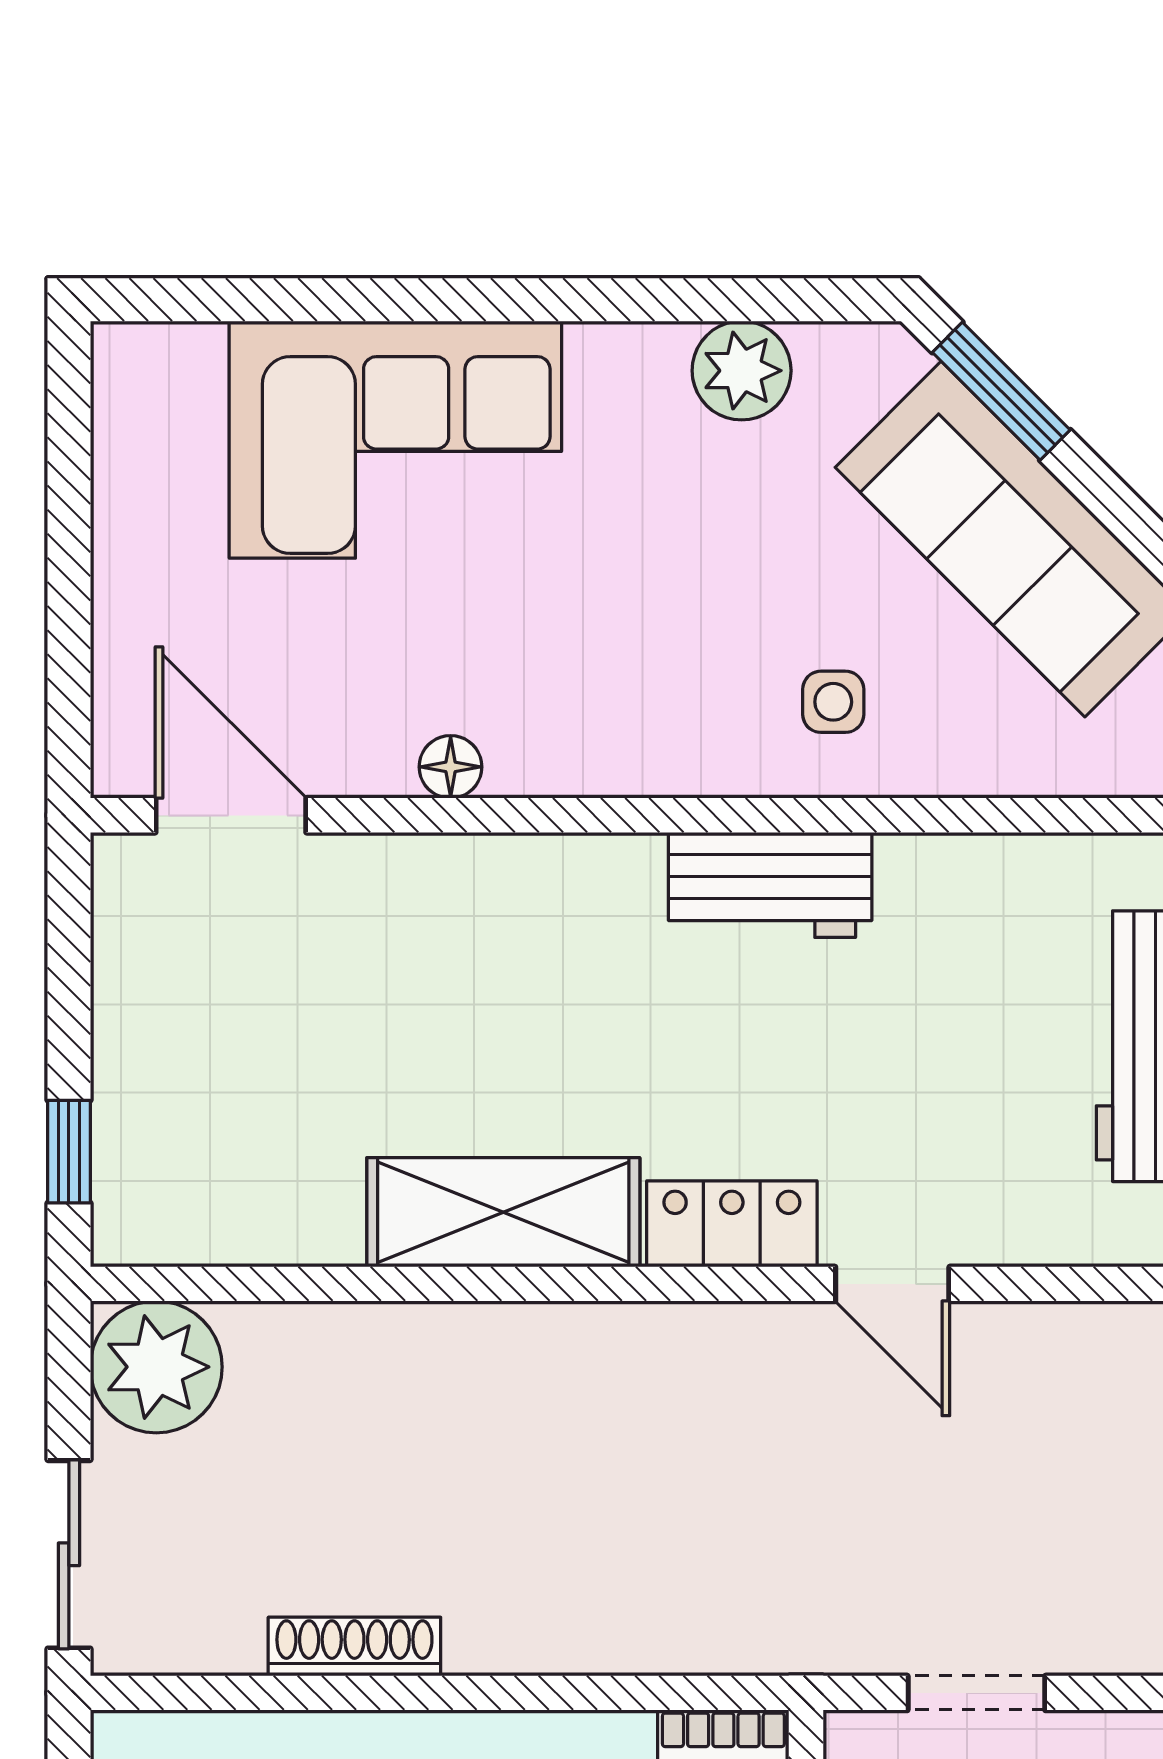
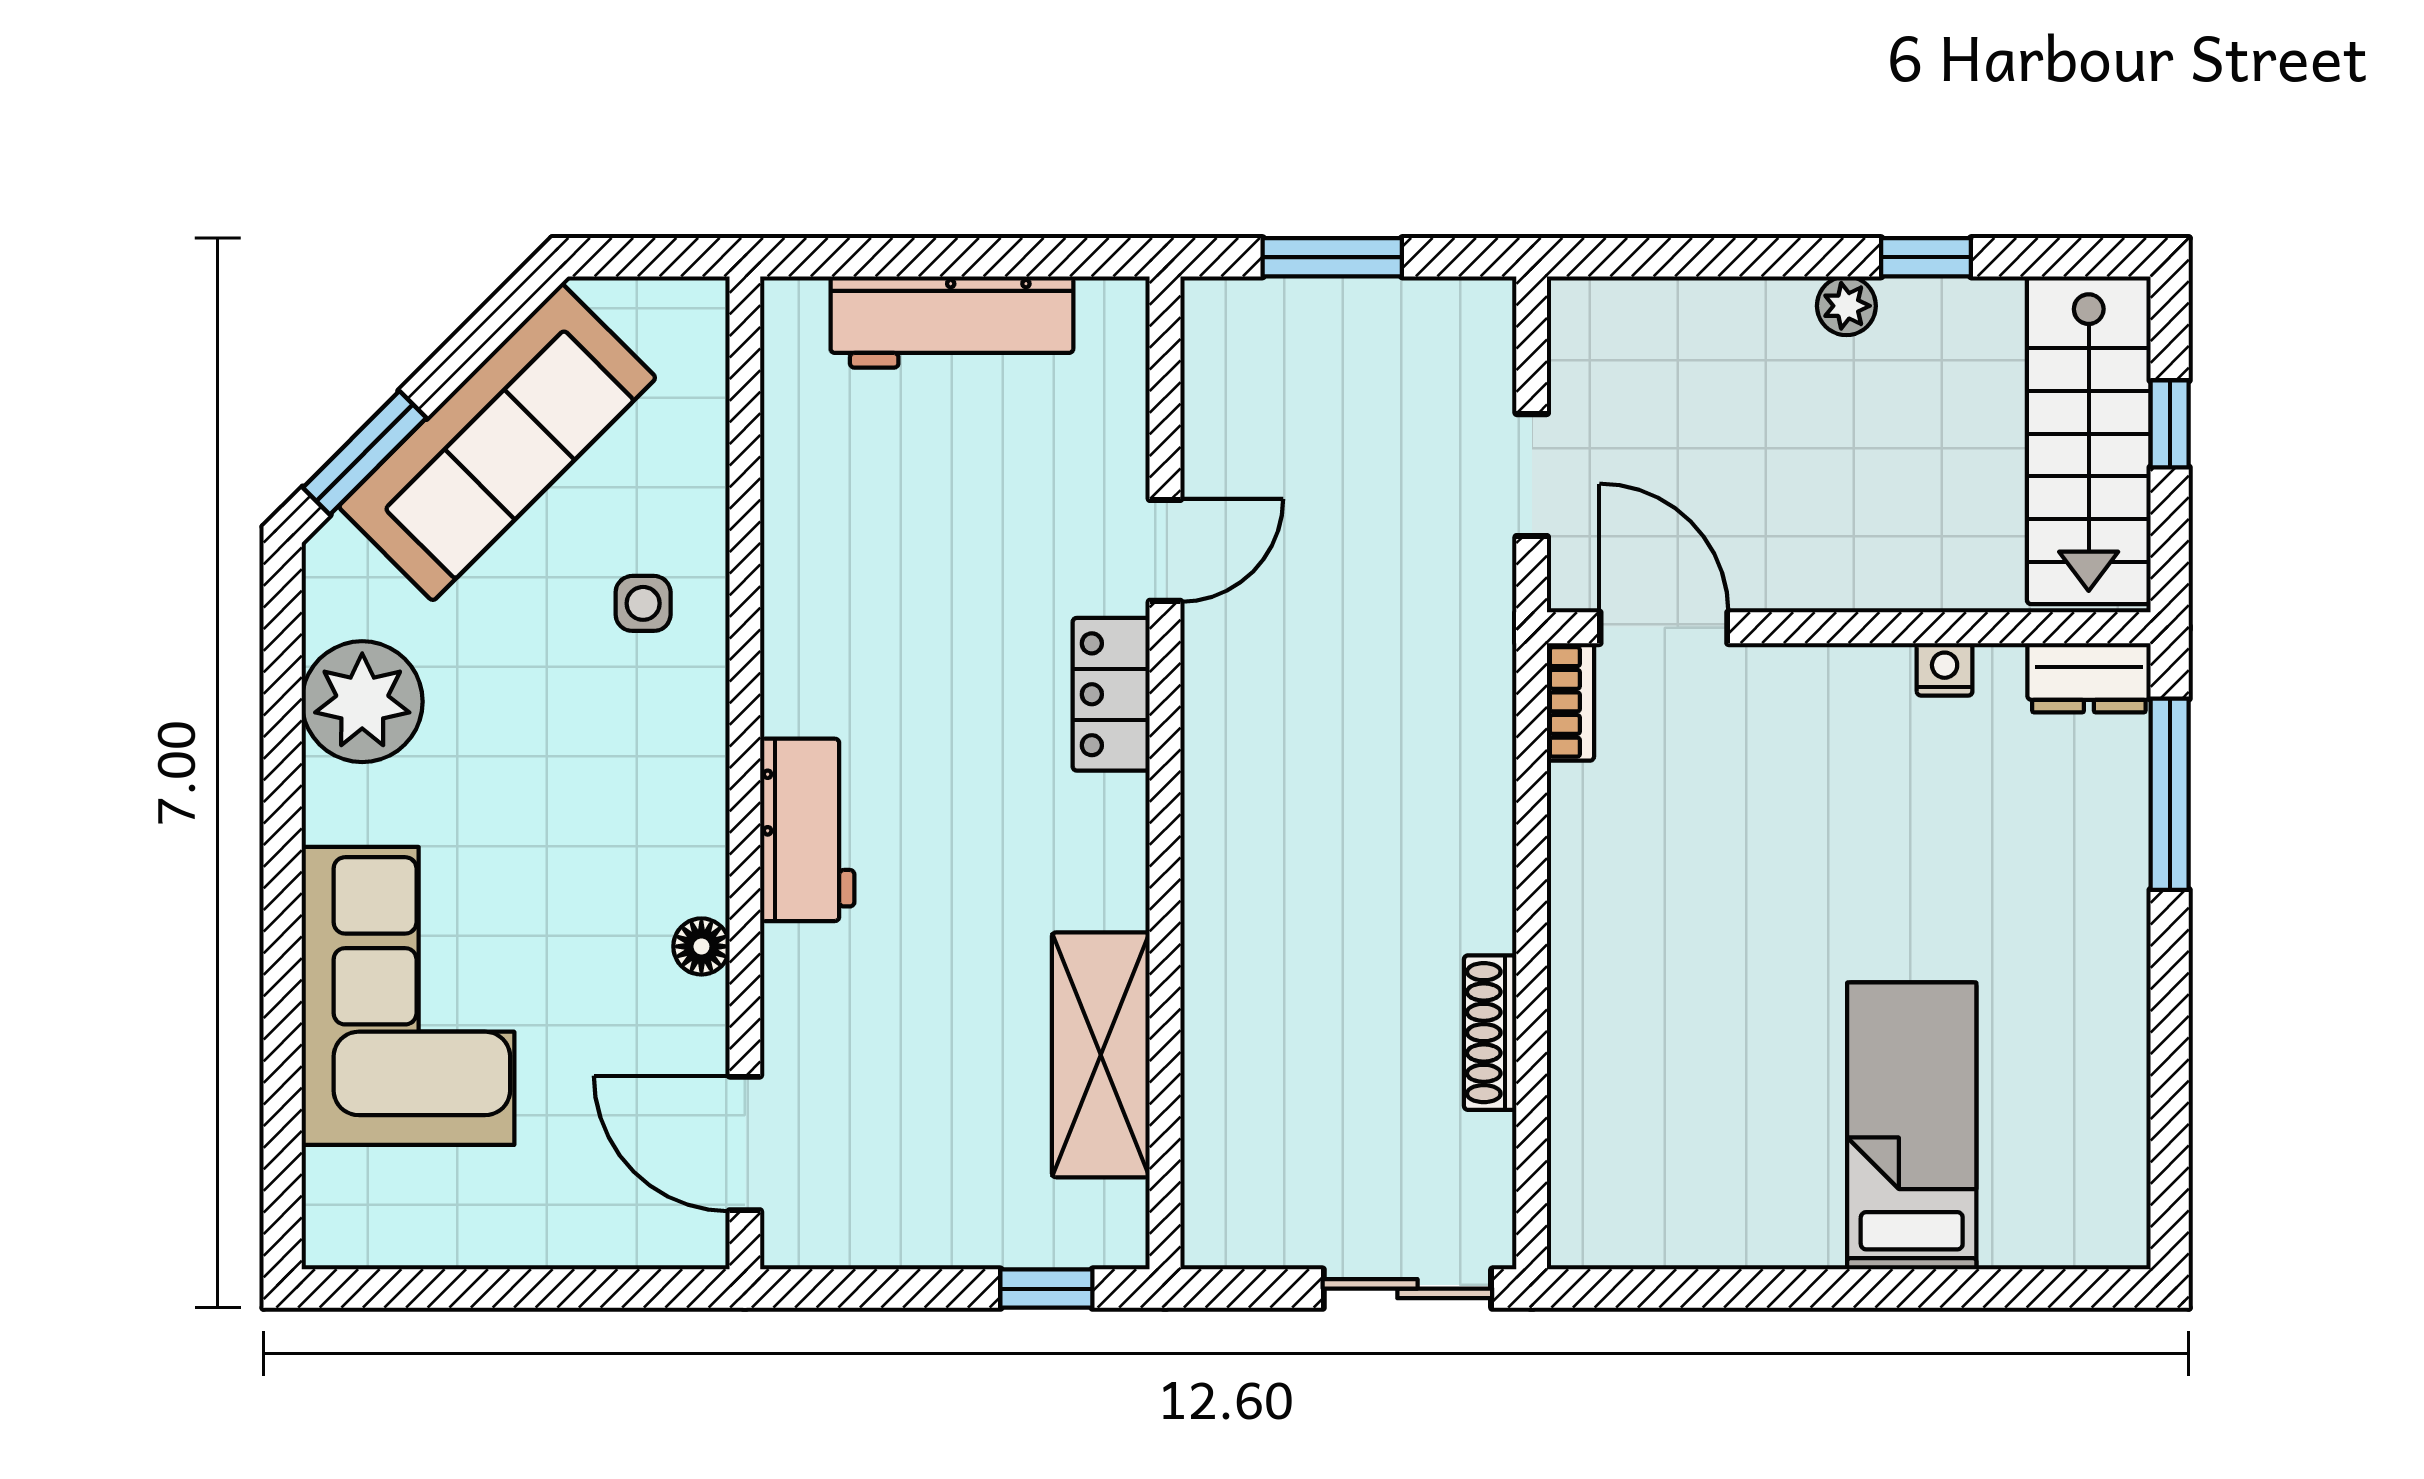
plant: (742, 371) -> (362, 702), width x1.36, depth x1.36
door: (231, 815) -> (745, 1143), hinge flipped
workbench: (770, 885) -> (807, 830), moved
shelving: (503, 1212) -> (1101, 1055), moved
plant: (156, 1367) -> (1239, 1210), removed

